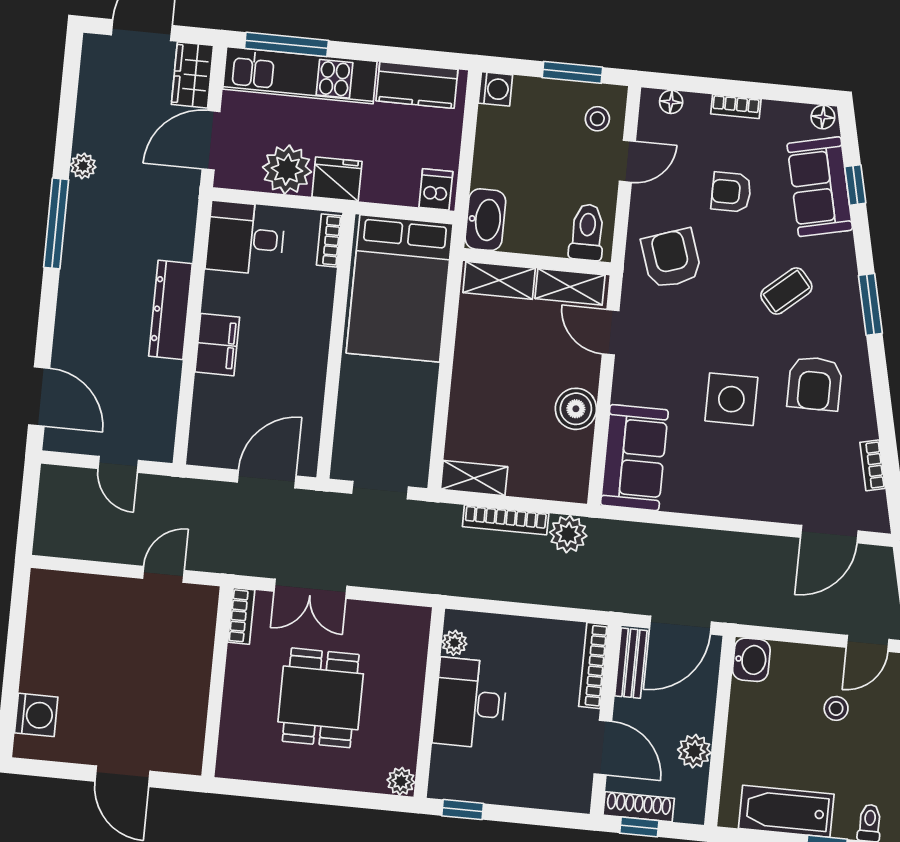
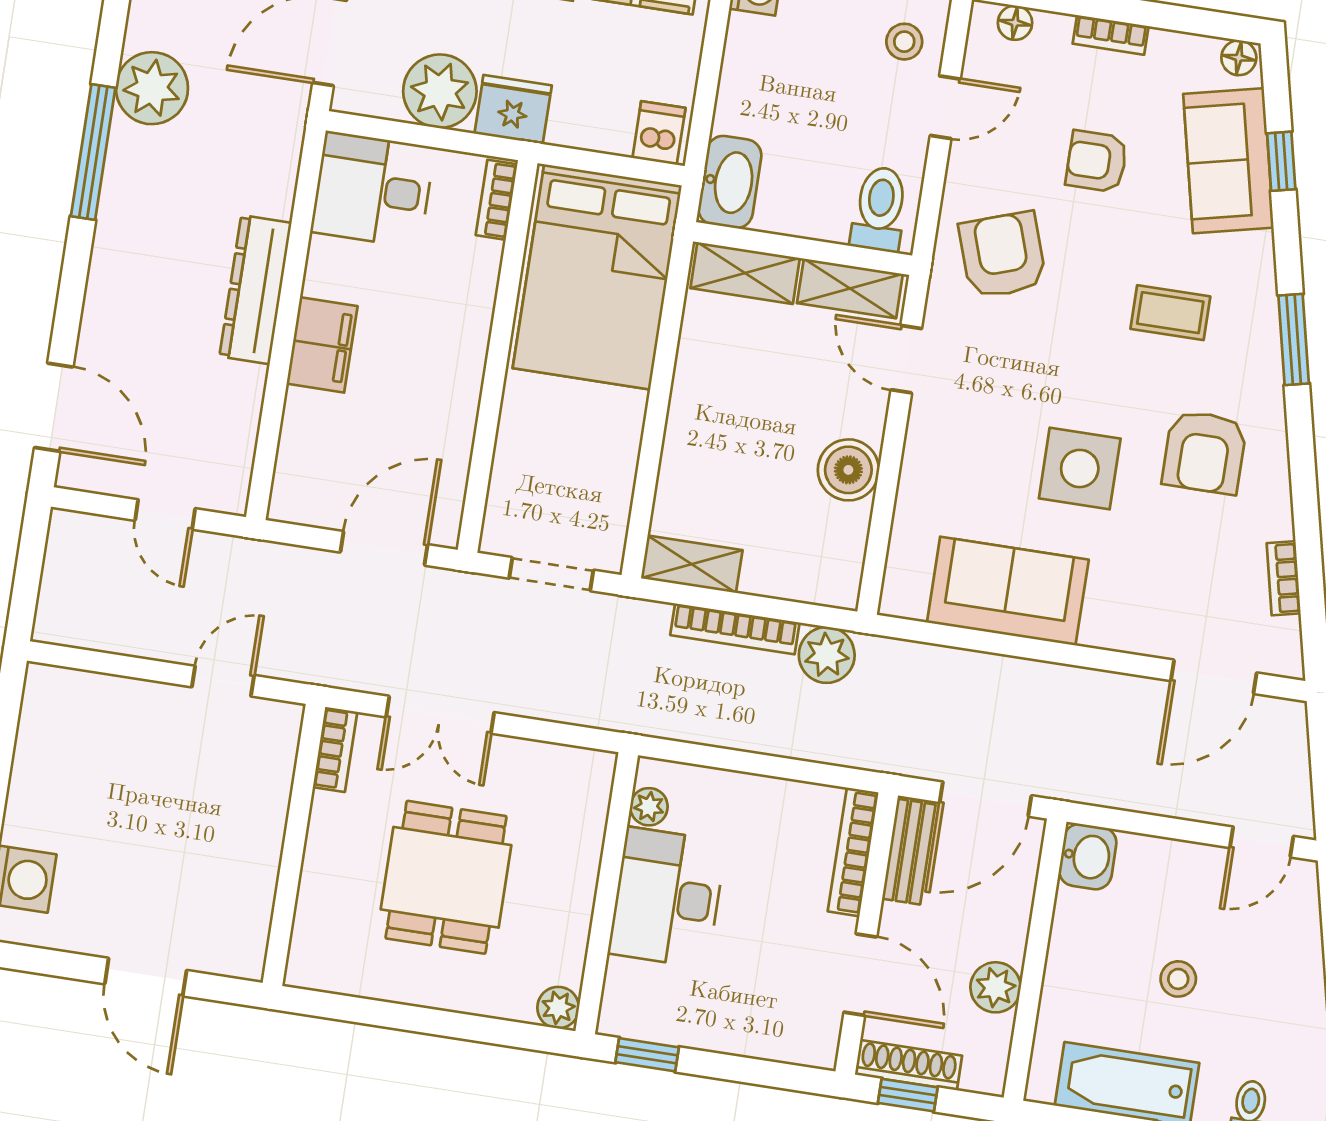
plant: (83, 166) -> (152, 88), width x1.88, depth x1.88
coffee table: (786, 291) -> (1170, 313), turned 41
sofa: (634, 458) -> (1008, 591), moved, turned -90
stool: (836, 708) -> (1178, 979), moved

